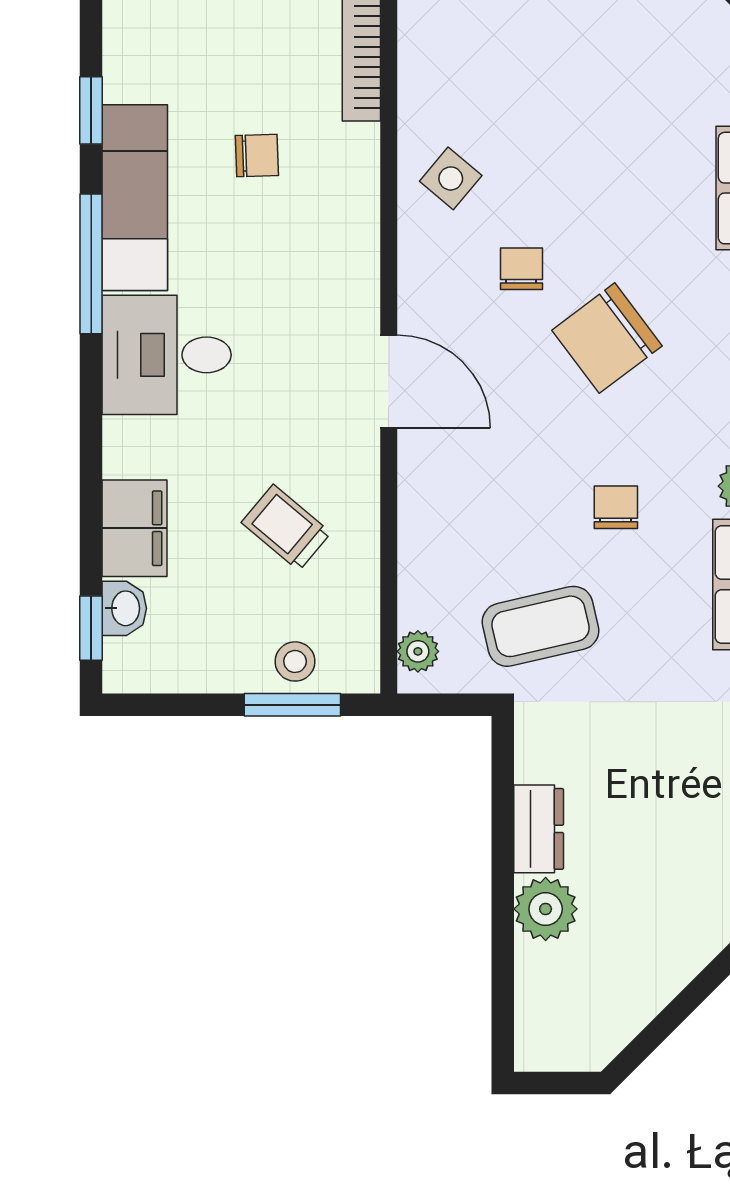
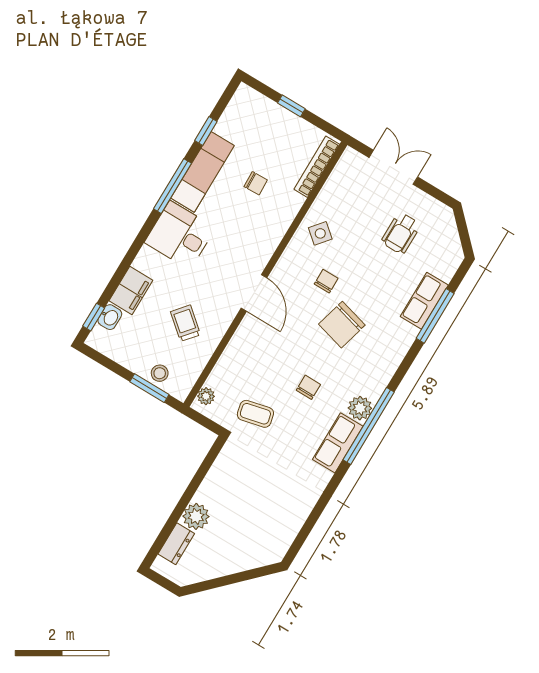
wheelchair: (615, 79) -> (401, 233), added
chair: (607, 338) -> (342, 325), turned -38
coffee table: (540, 626) -> (255, 414), width x0.73, depth x0.77
dresser: (539, 829) -> (176, 544), moved

